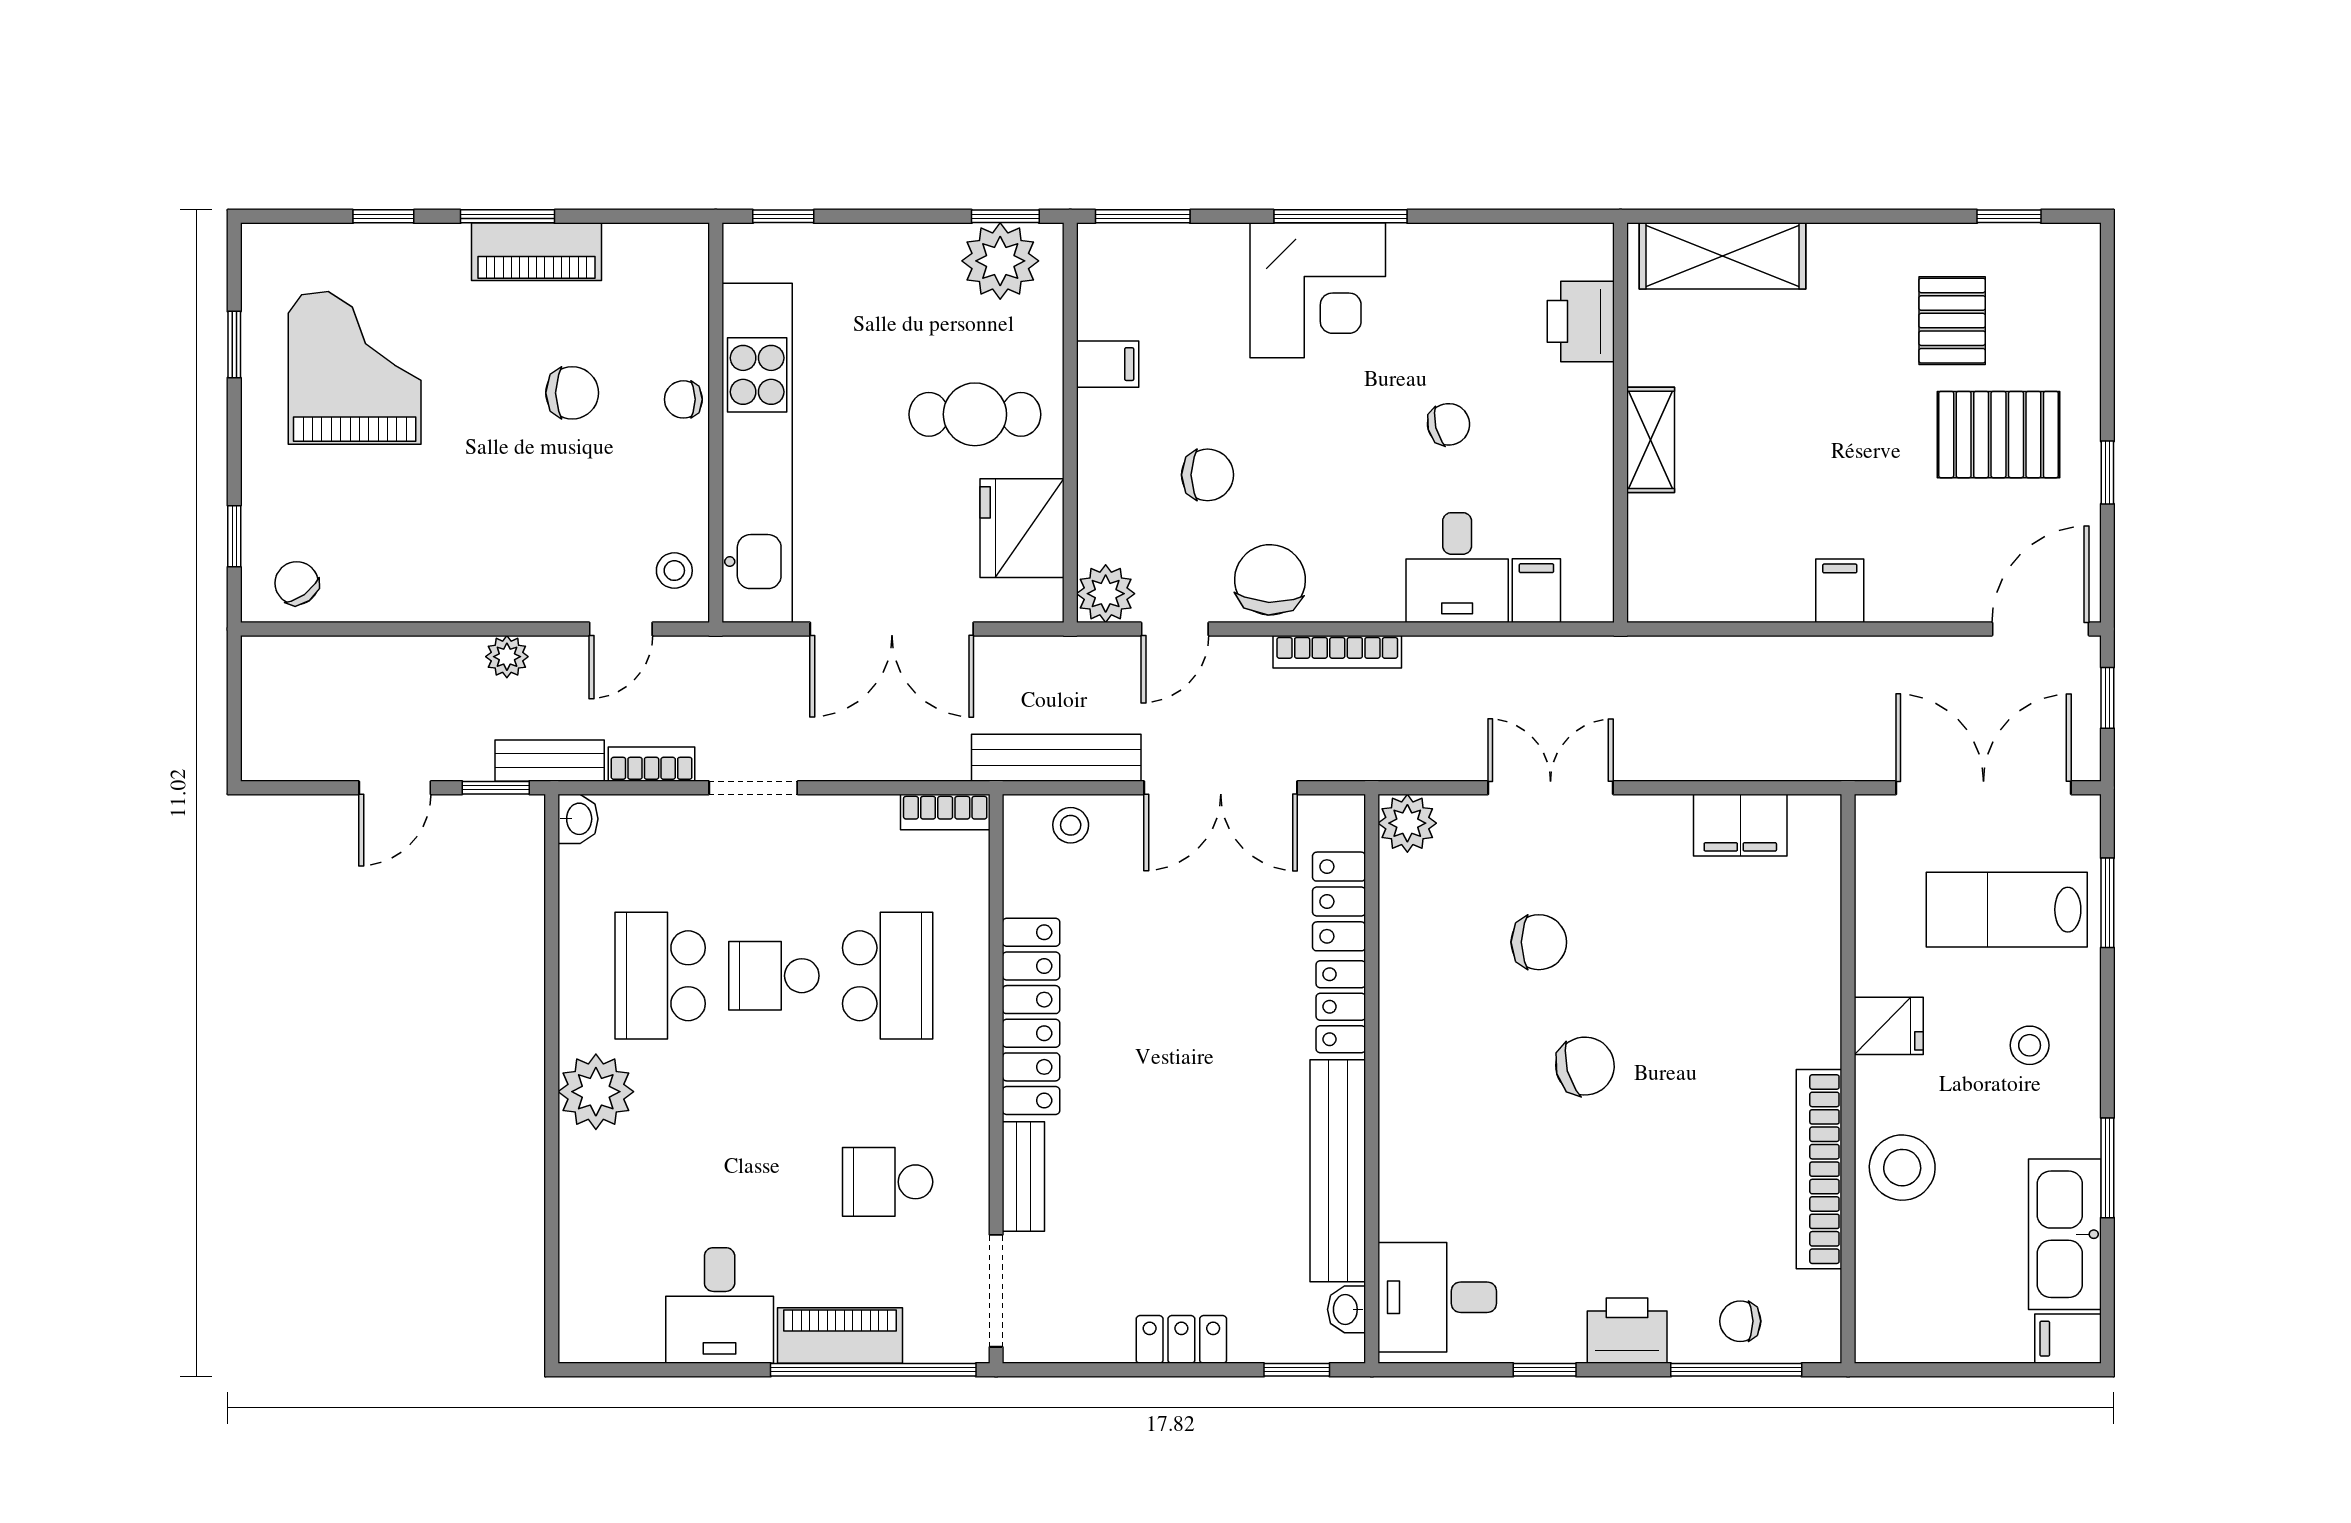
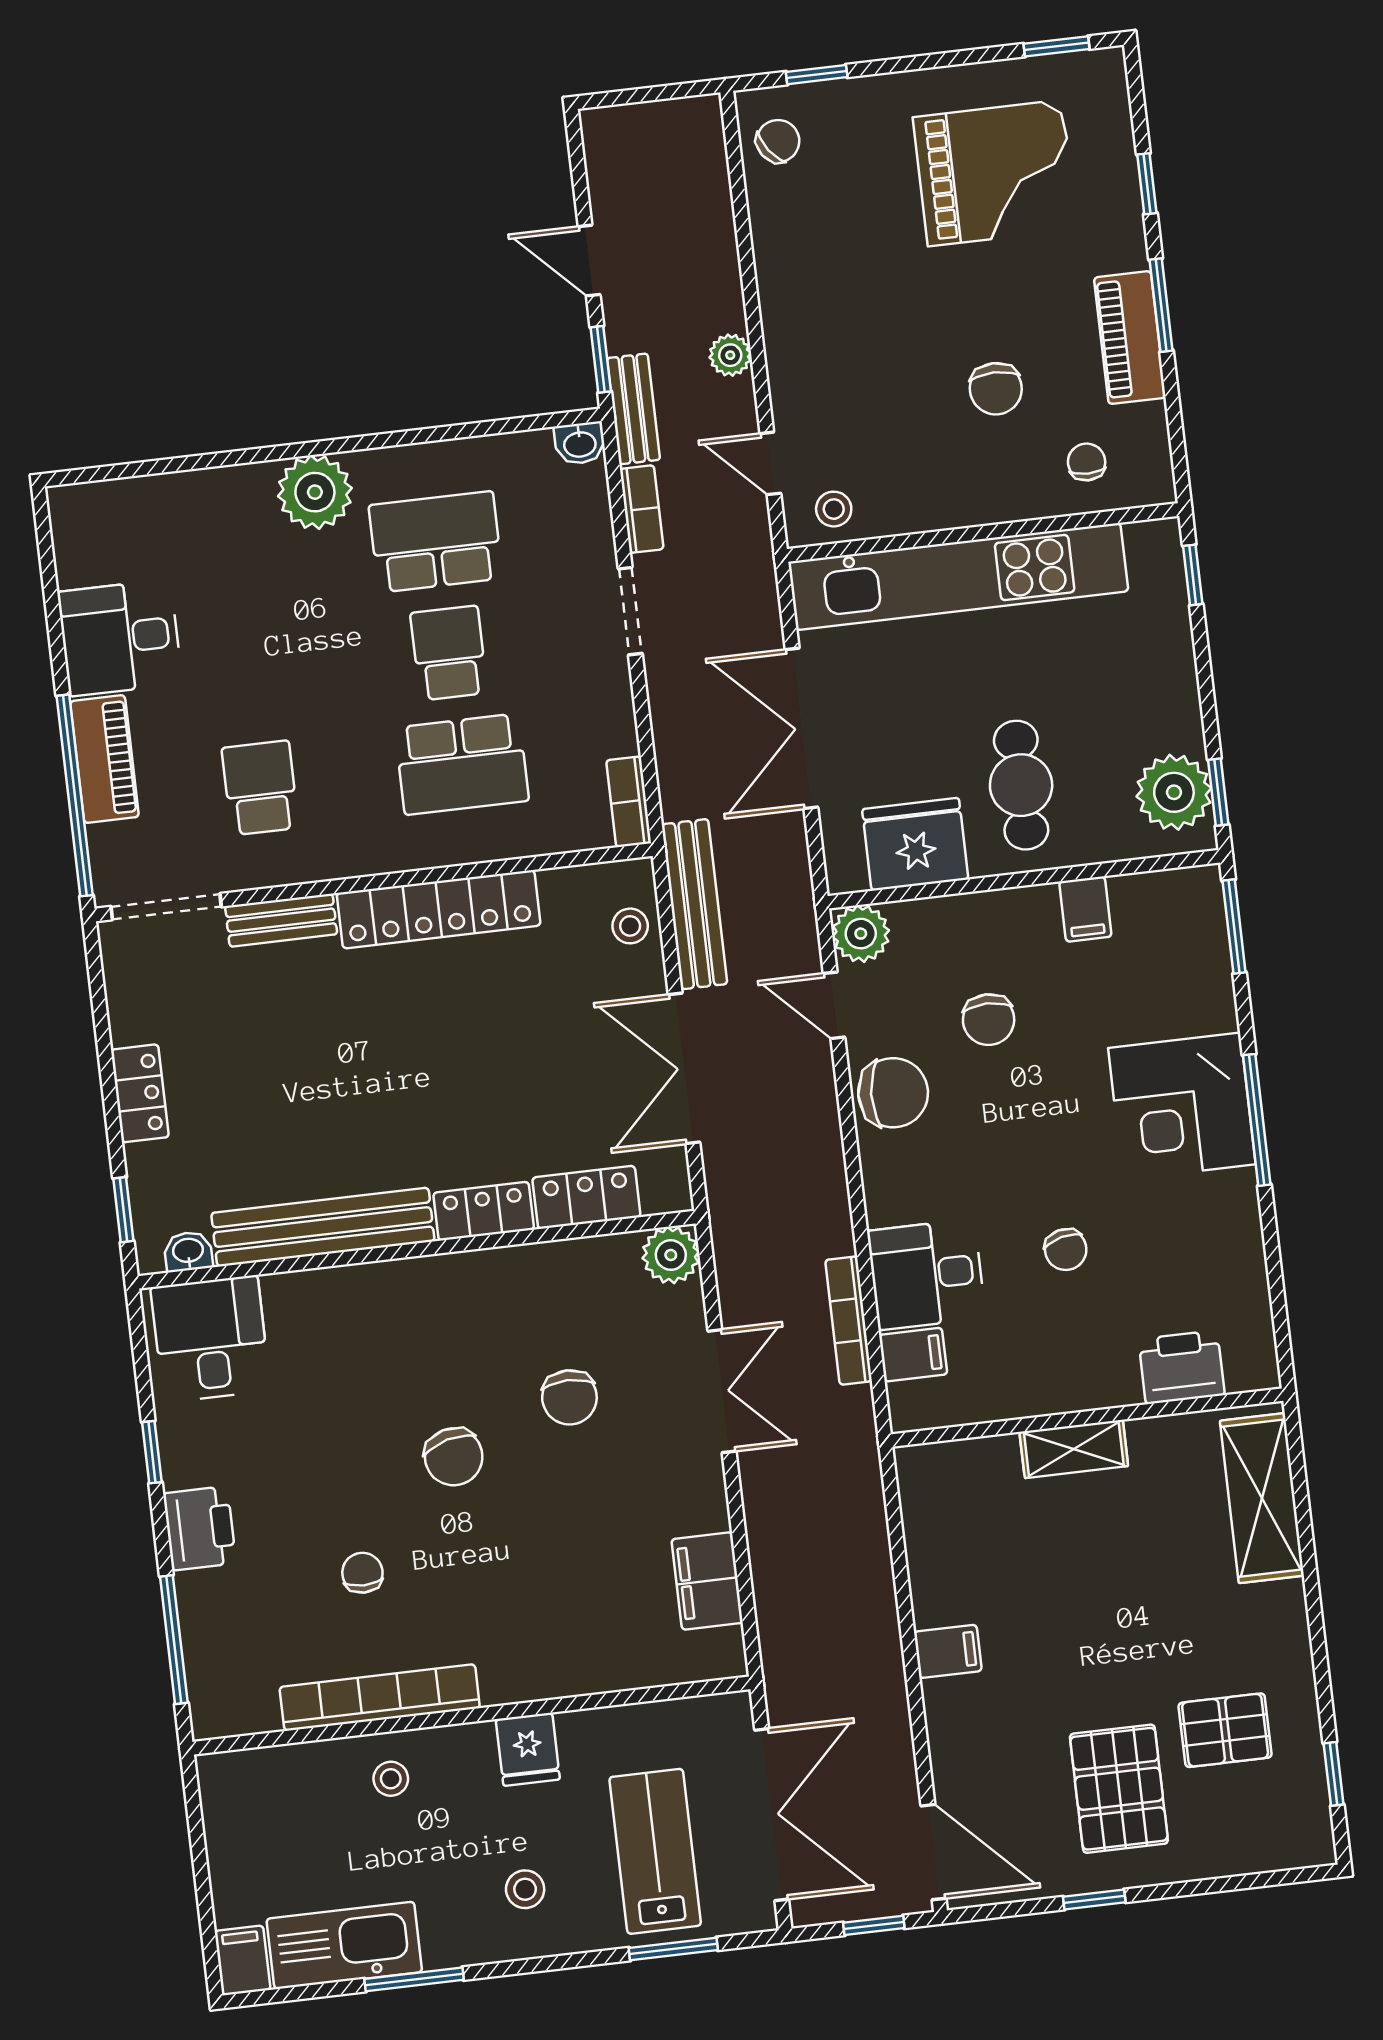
window: (234, 345) -> (1057, 46), moved
chair: (683, 399) -> (1087, 462), moved
bookcase: (1337, 652) -> (848, 1321), moved
stool: (1902, 1168) -> (391, 1779), width x0.53, depth x0.53
chair: (1740, 1321) -> (362, 1573), moved

